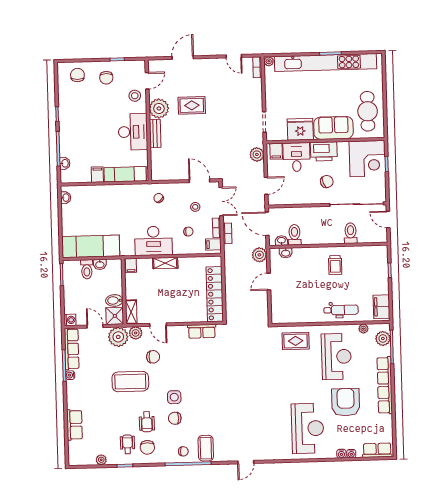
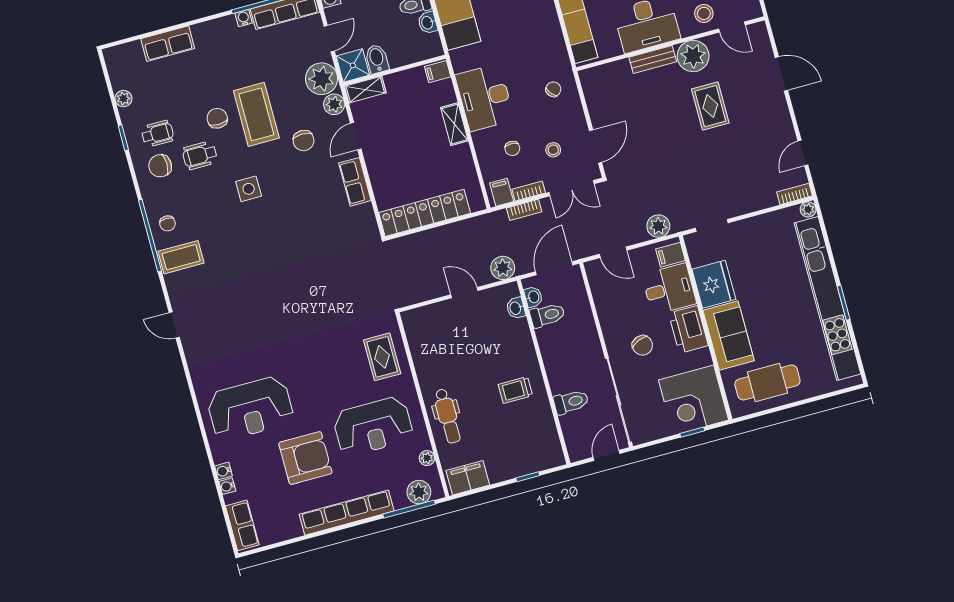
row of seats: (202, 331) -> (355, 182), moved
chair: (175, 418) -> (217, 118), moved

